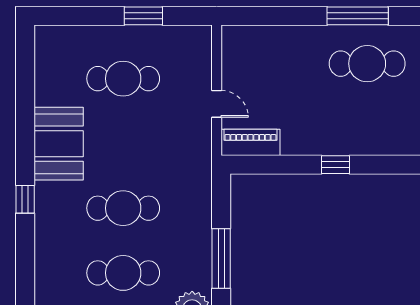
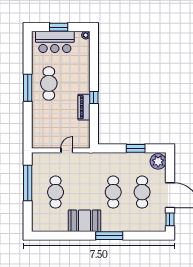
window: (143, 16) -> (28, 183), width x2.11
piano: (250, 142) -> (84, 107), moved
window: (25, 199) -> (109, 236), width x2.17
window: (221, 259) -> (136, 148), width x0.69

